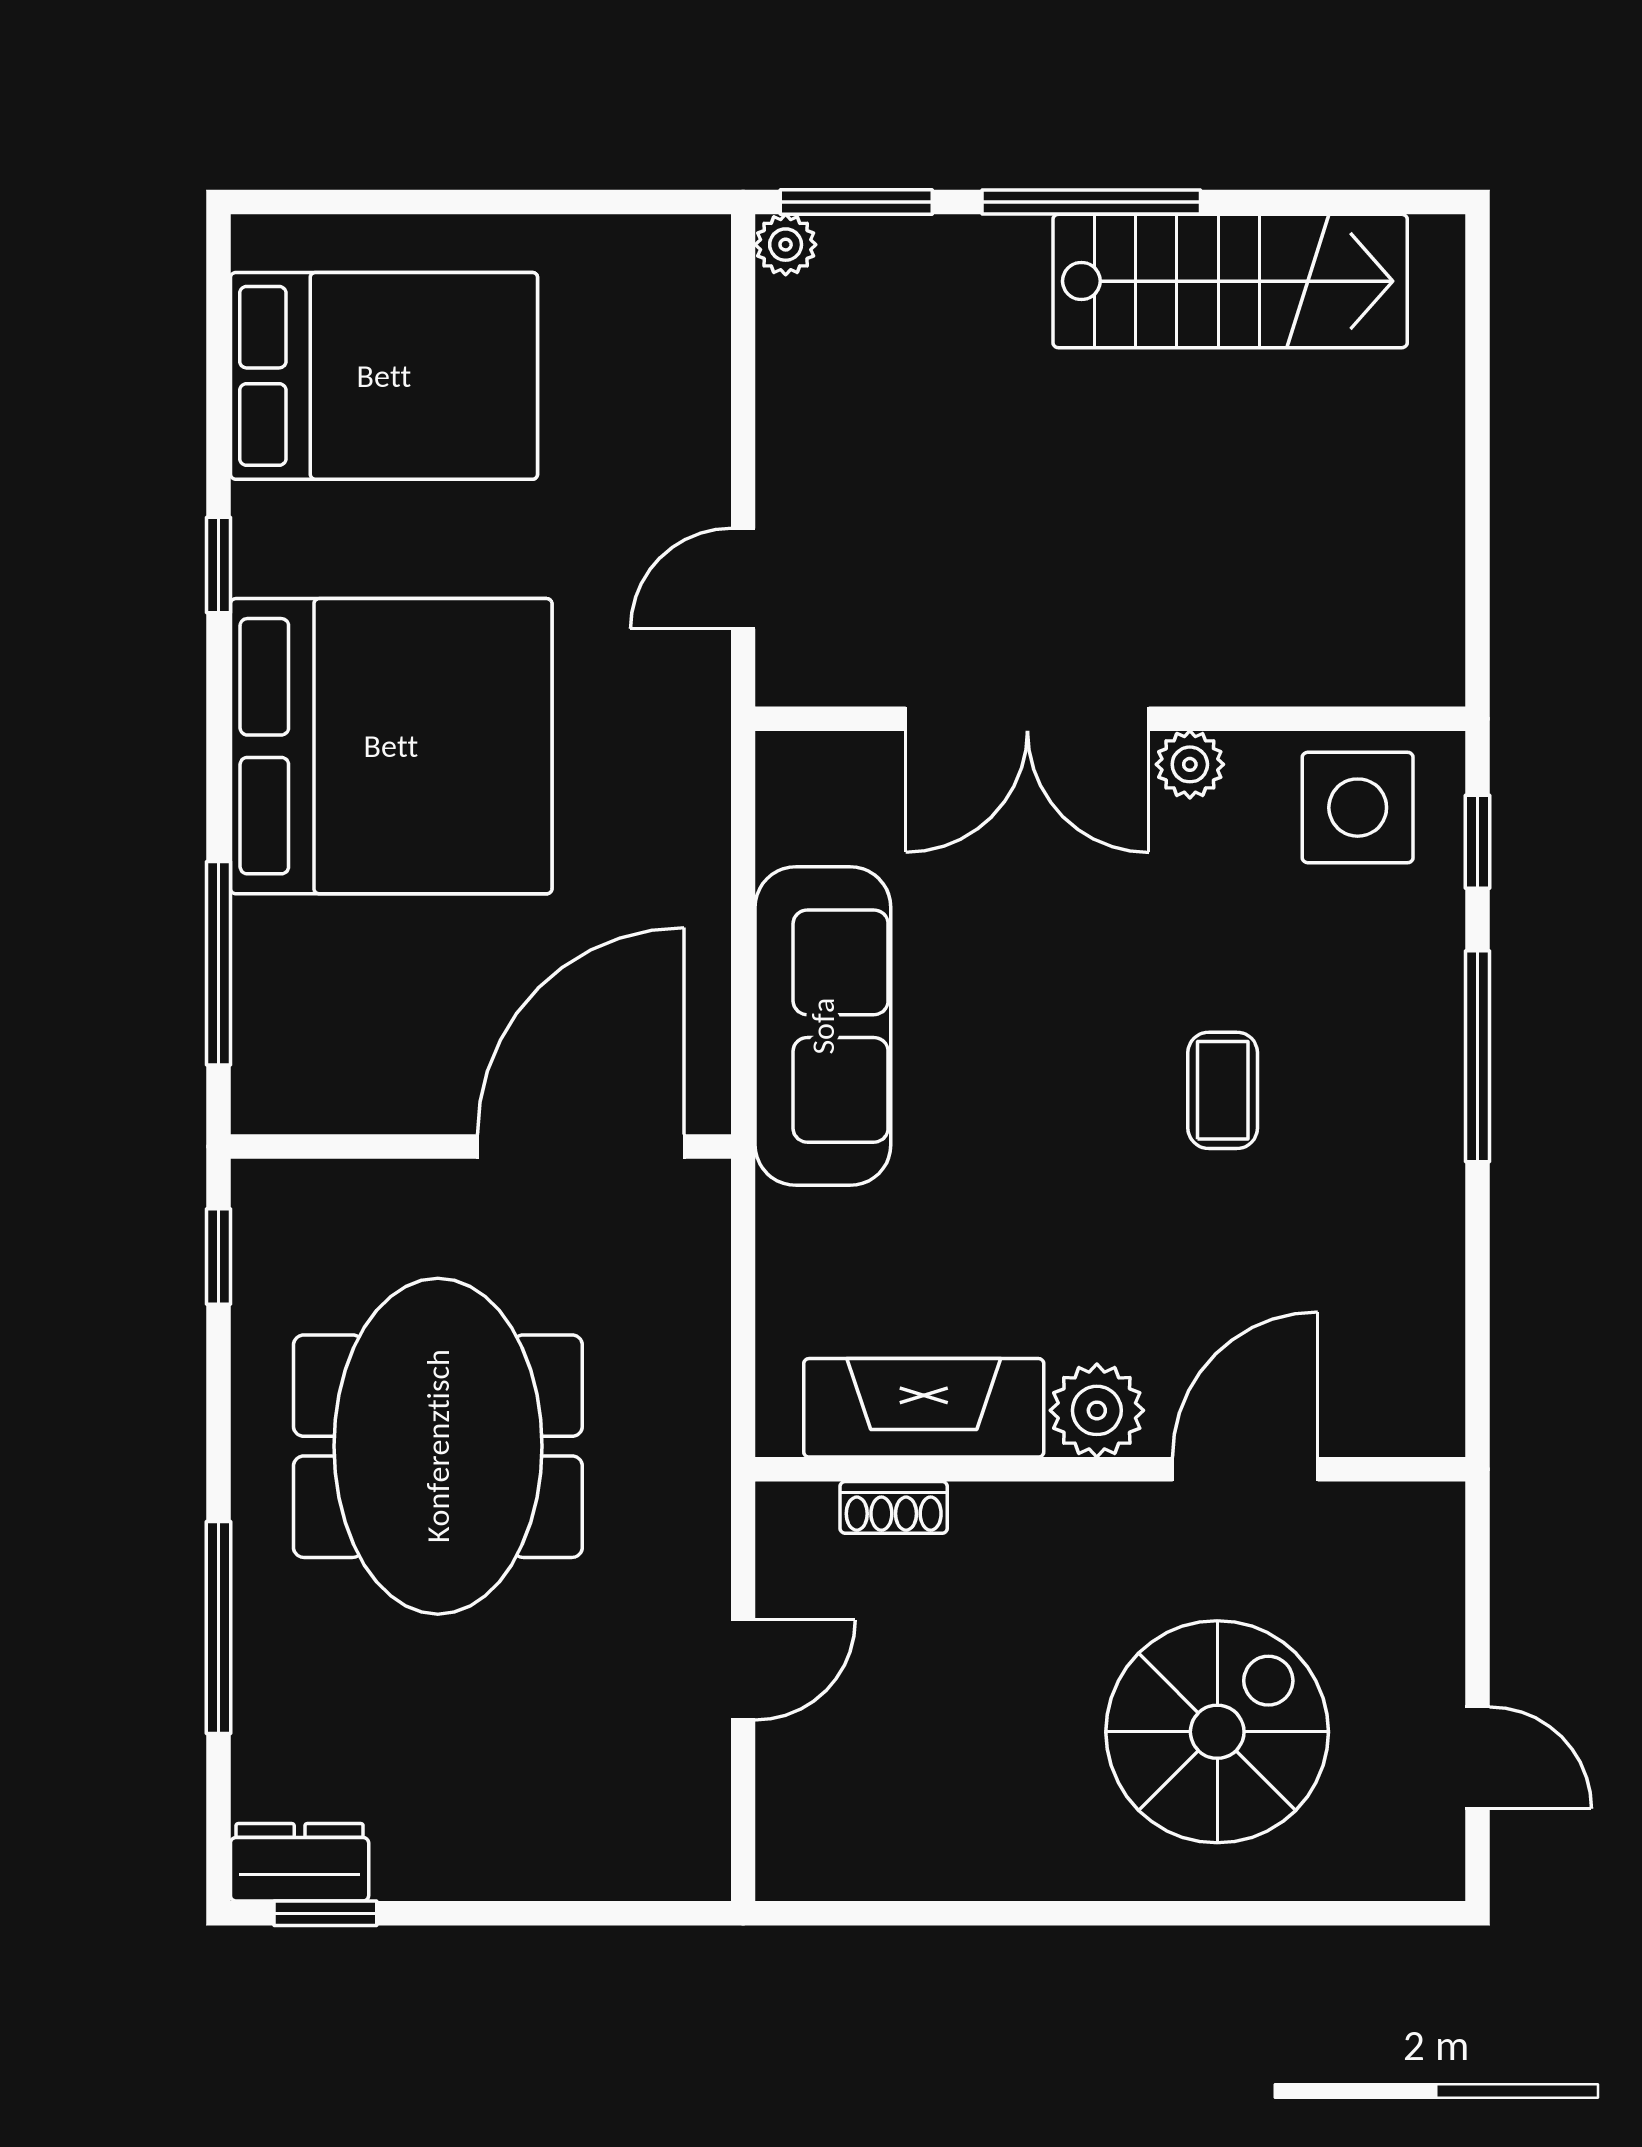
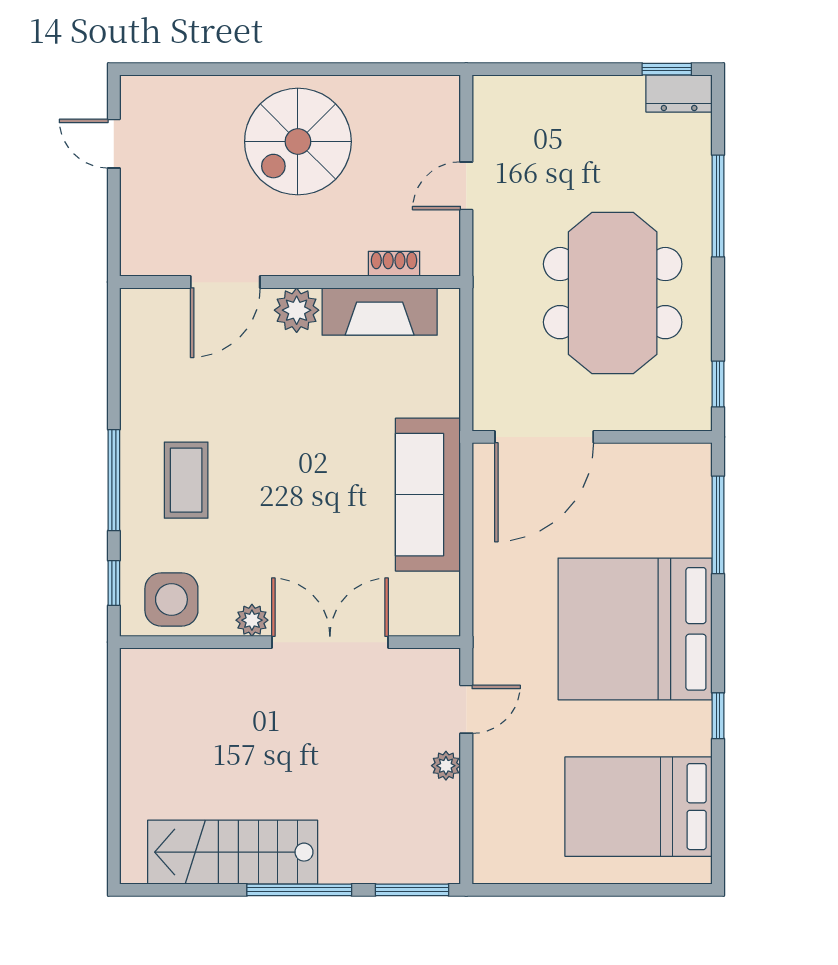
plant: (786, 245) -> (446, 766), moved
coffee table: (1223, 1090) -> (186, 480), moved, width x1.36, depth x1.30
spiral stairs: (1217, 1732) -> (298, 142), moved

